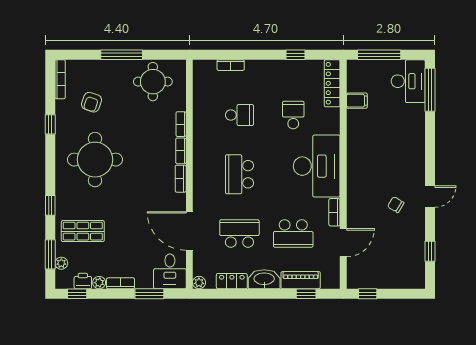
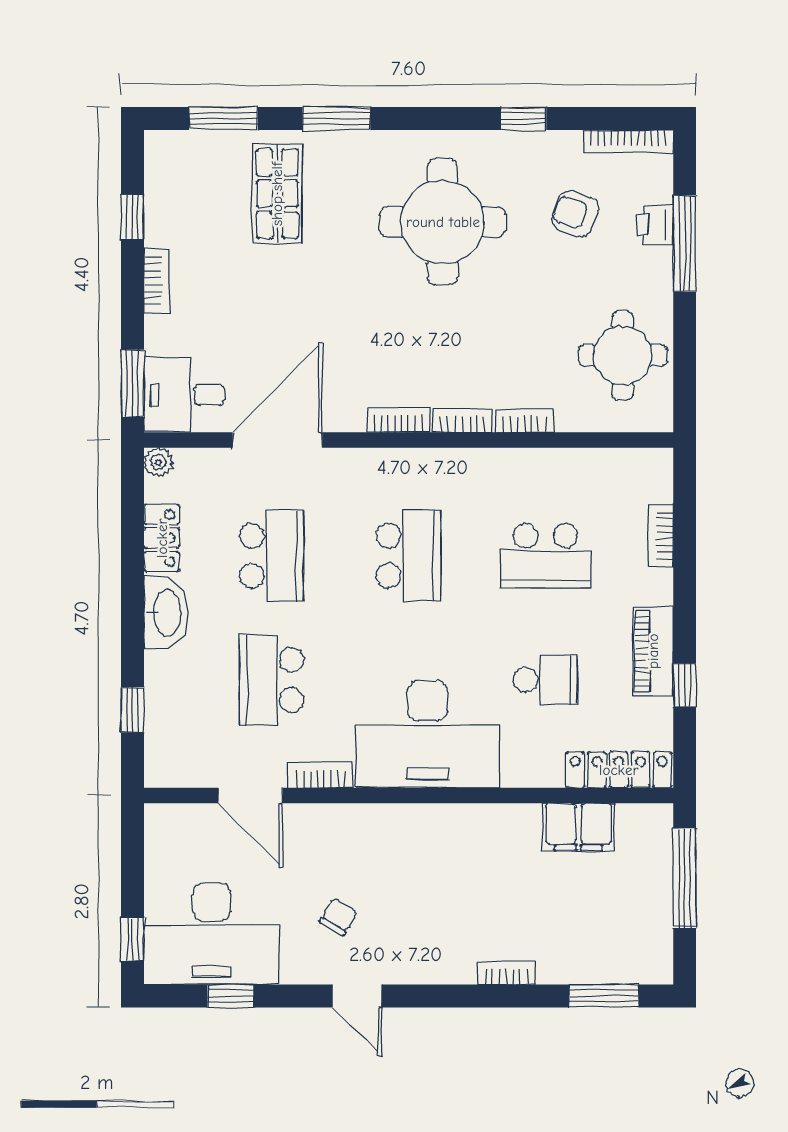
window: (122, 55) -> (685, 244), moved
desk: (408, 81) -> (212, 934), moved, width x1.36, depth x1.30
window: (430, 90) -> (604, 996), width x0.69
filing cabinet: (357, 101) -> (579, 827), width x2.00
school desk: (239, 115) -> (545, 556), width x1.85
bookcase: (420, 132) -> (506, 973), added
school desk: (239, 174) -> (409, 556), turned 90
window: (50, 205) -> (336, 118), width x1.50
plant: (61, 263) -> (203, 144), removed
piano: (301, 280) -> (653, 651), moved, turned 180
printer: (83, 281) -> (655, 225), moved, turned 180
plant: (99, 283) -> (158, 231), removed
window: (77, 294) -> (132, 217), moved
window: (149, 294) -> (132, 383), moved
window: (368, 294) -> (132, 940), moved

